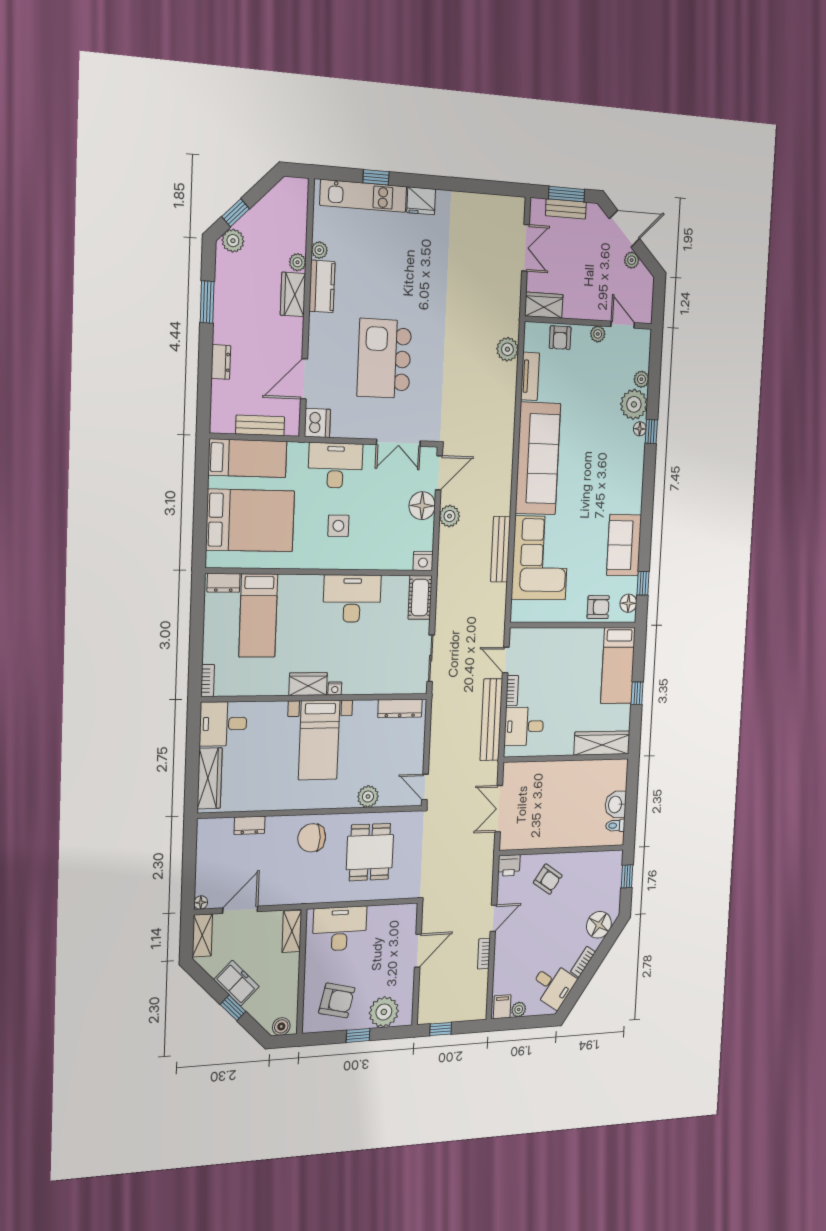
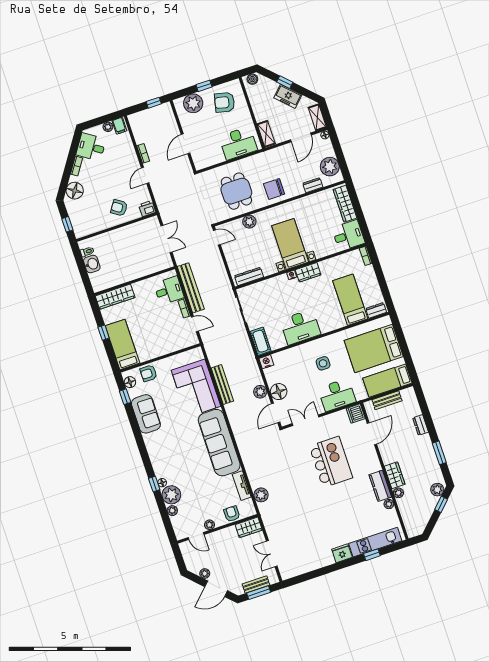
chair: (312, 838) -> (274, 189), turned 180
plant: (212, 848) -> (330, 167), added

